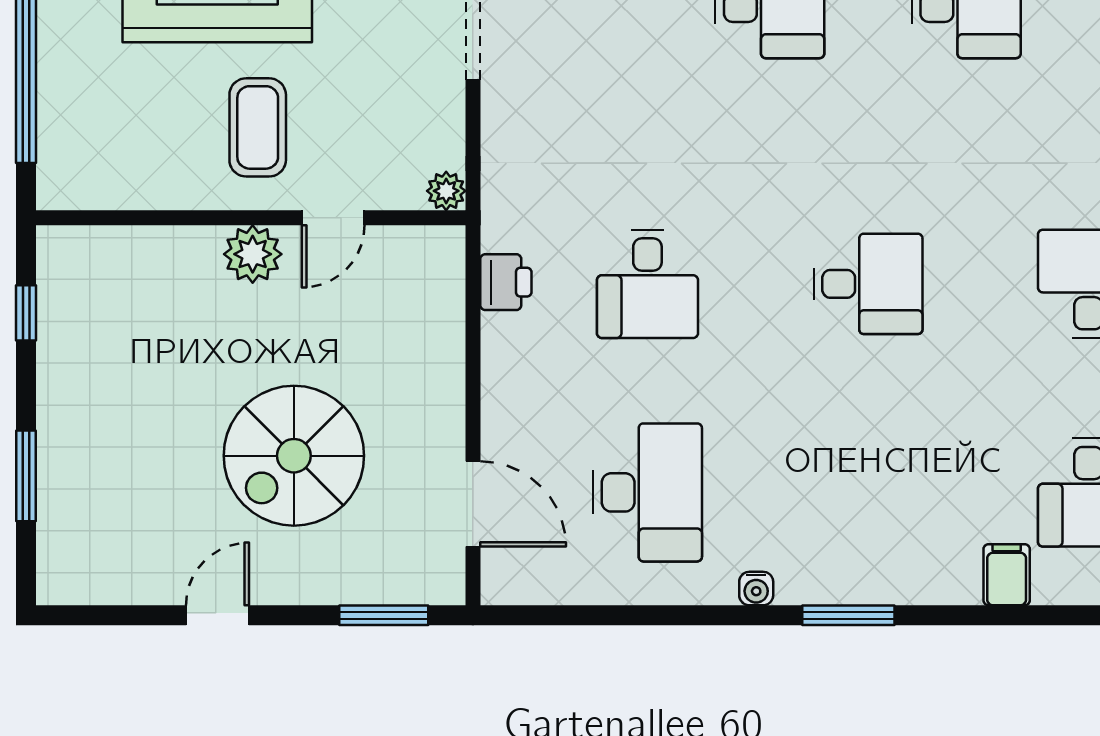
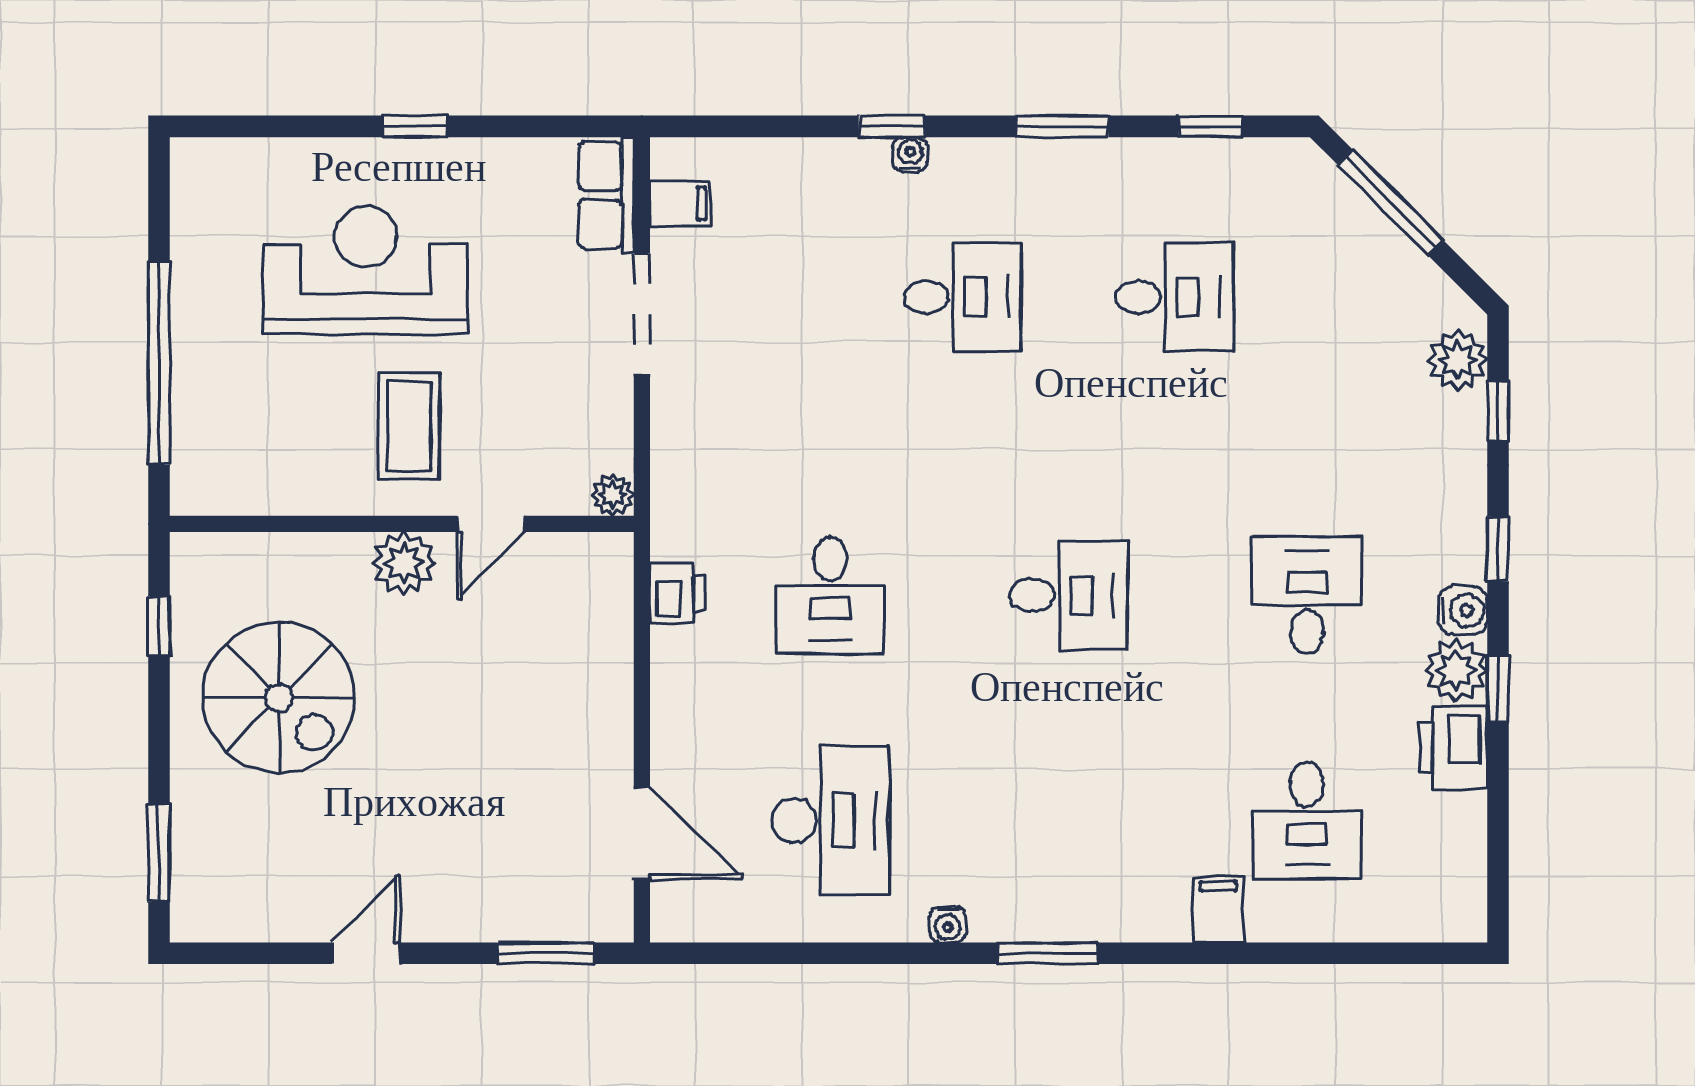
spiral stairs: (294, 456) -> (279, 698), moved, turned -90
window: (26, 476) -> (159, 852), moved

